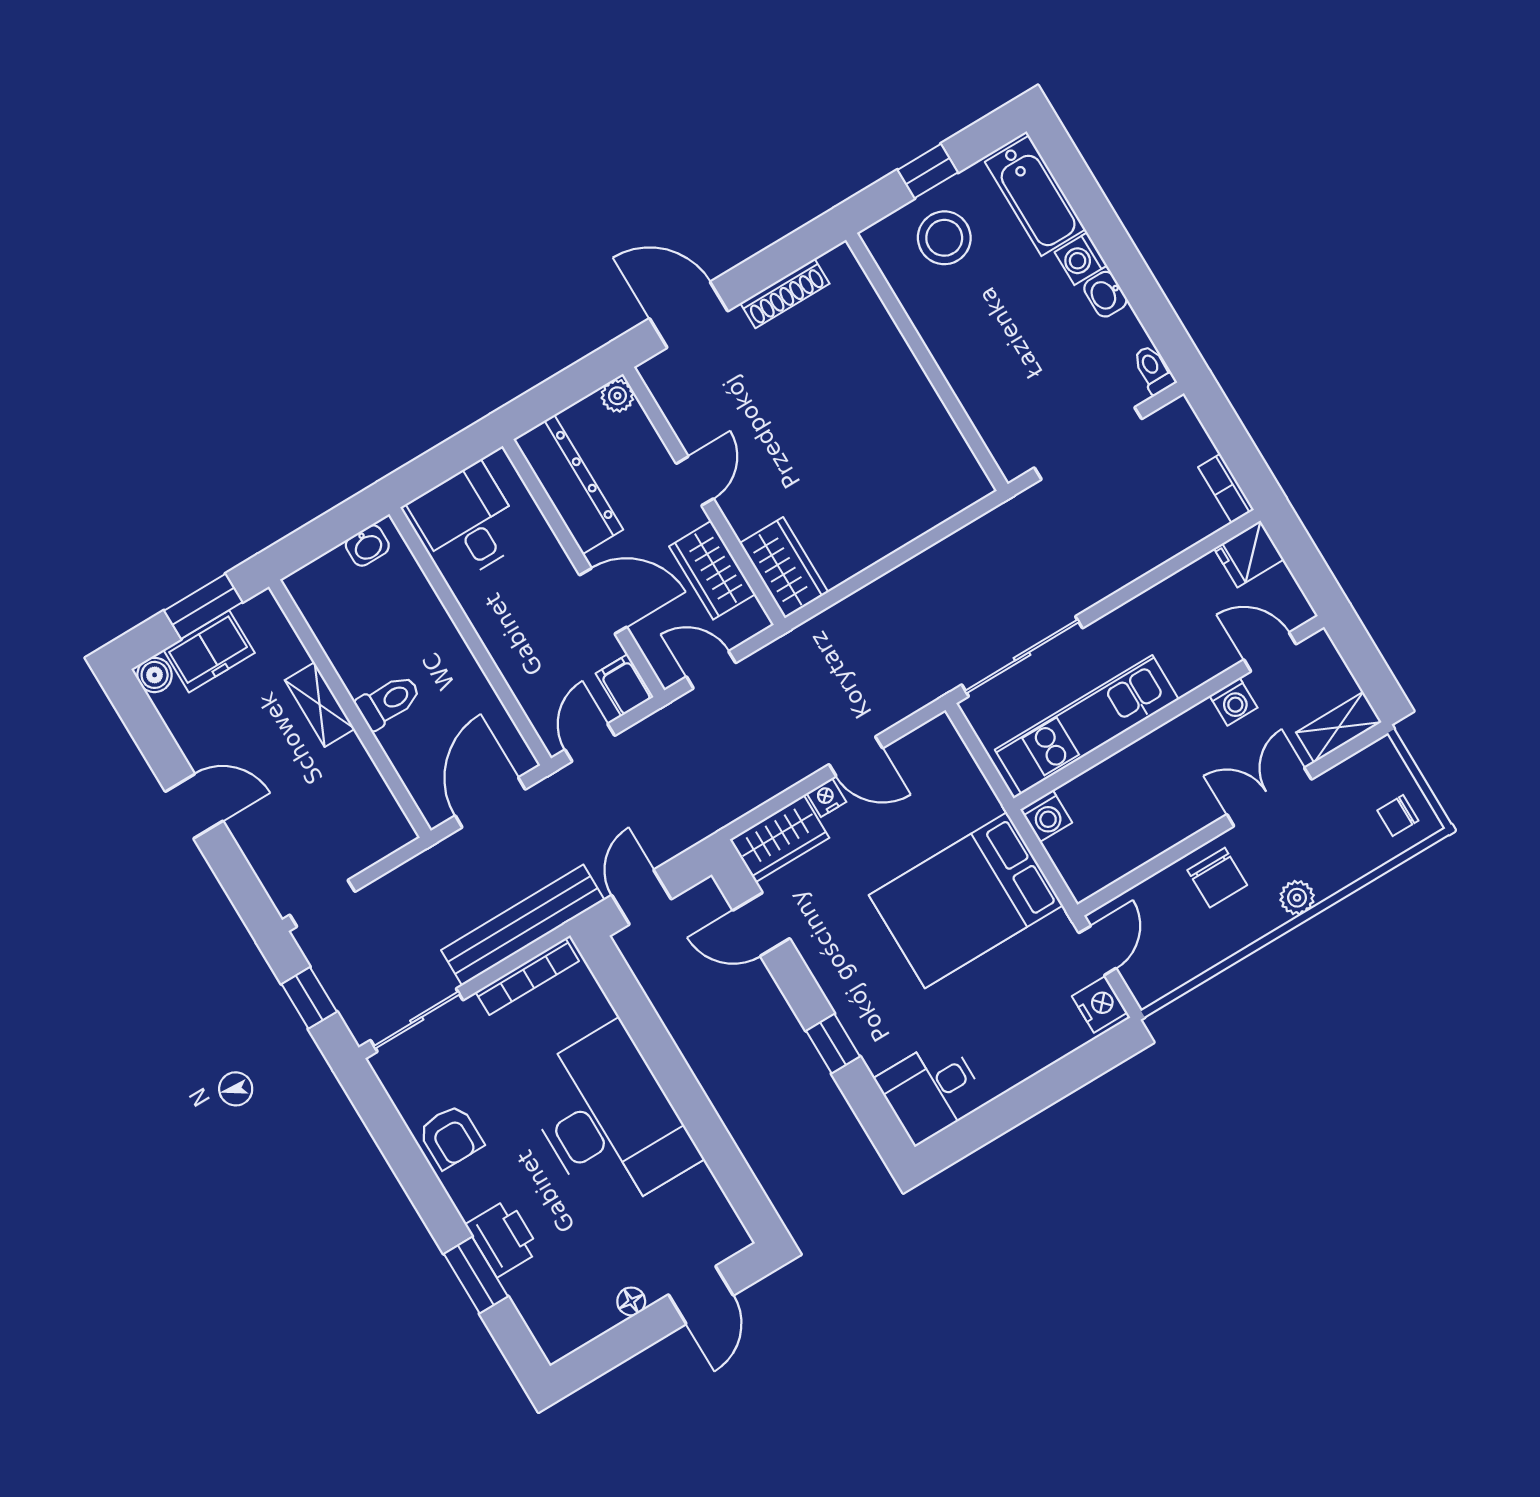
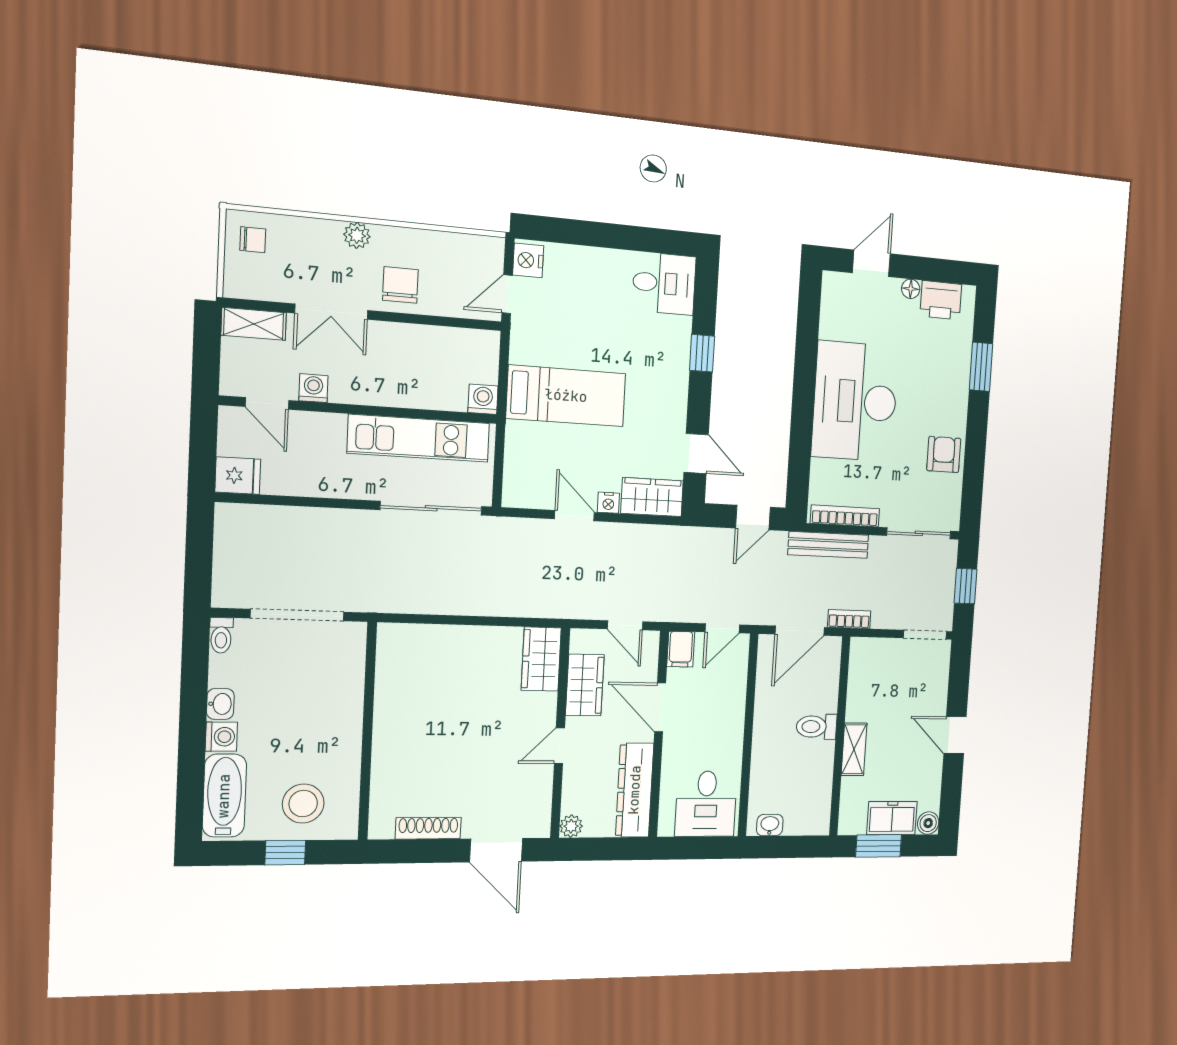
bookcase: (1226, 488) -> (849, 619), moved, turned -90
bed: (966, 900) -> (566, 396), width x0.67
bench: (523, 925) -> (828, 545), width x0.73, depth x0.82
printer: (503, 1238) -> (941, 300), moved, turned -90

